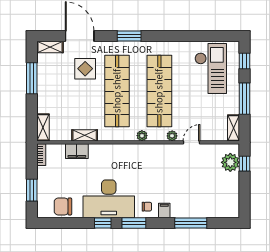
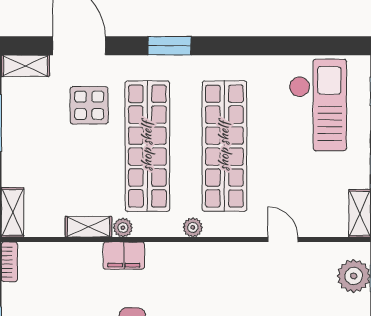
plant: (172, 136) -> (123, 228), moved
door: (191, 142) -> (283, 240), hinge flipped
filing cabinet: (77, 151) -> (124, 256), moved

